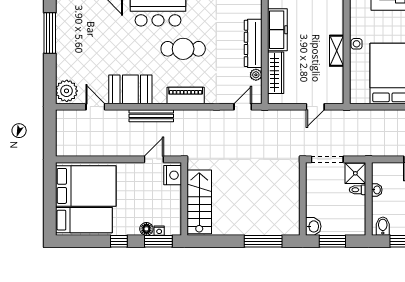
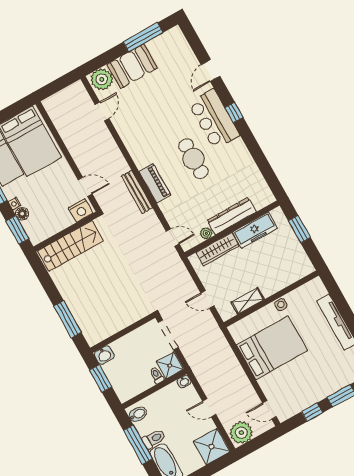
shelving: (337, 51) -> (248, 301), moved
booth: (130, 89) -> (132, 66), moved, turned 90
bench: (151, 116) -> (137, 192), moved
washbasin: (377, 190) -> (184, 382), moved
nightstand: (159, 231) -> (15, 204), moved

